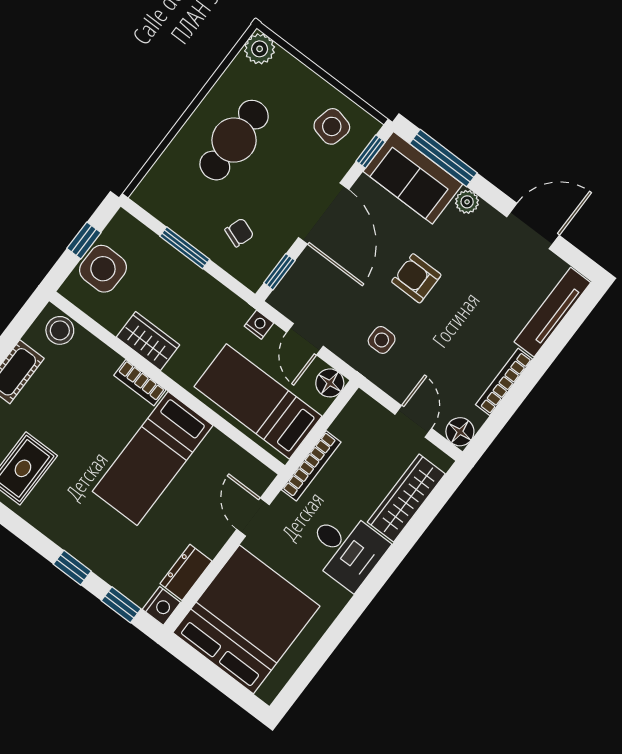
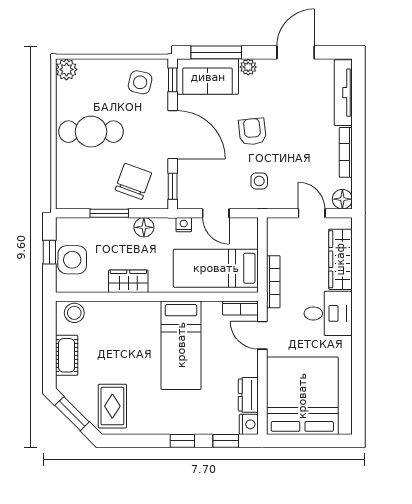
cafe table: (234, 140) -> (91, 132), turned 90
chair: (239, 233) -> (133, 181), width x1.87, depth x1.87
armchair: (416, 278) -> (252, 132), turned 84
bookcase: (140, 383) -> (240, 308), moved
floor lamp: (330, 383) -> (144, 227), moved

